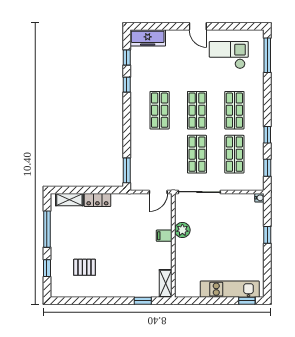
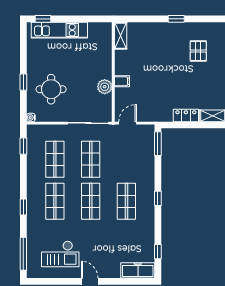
window: (127, 85) -> (158, 198), moved
window: (267, 135) -> (23, 207), moved
round table: (238, 227) -> (51, 89), added
pallet: (85, 267) -> (198, 51), turned 90
window: (143, 301) -> (176, 19), moved

